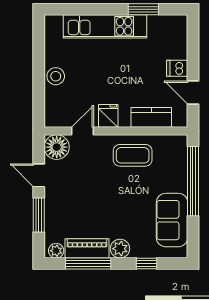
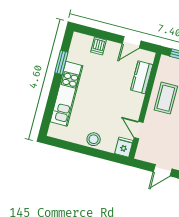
dishwasher: (177, 68) -> (98, 46), moved
fridge: (108, 116) -> (124, 147), moved, turned 90
floor lamp: (57, 147) -> (145, 152), removed

